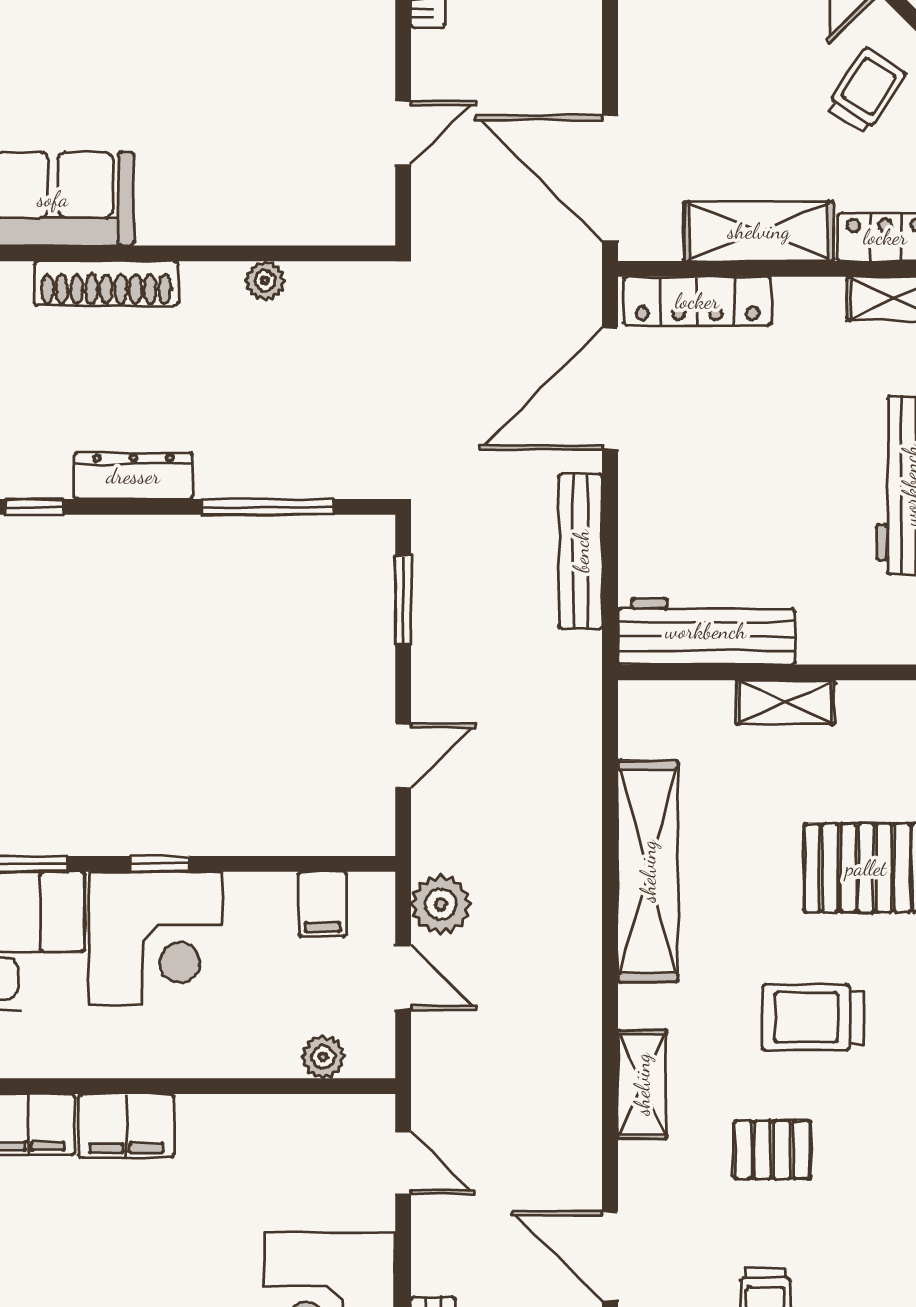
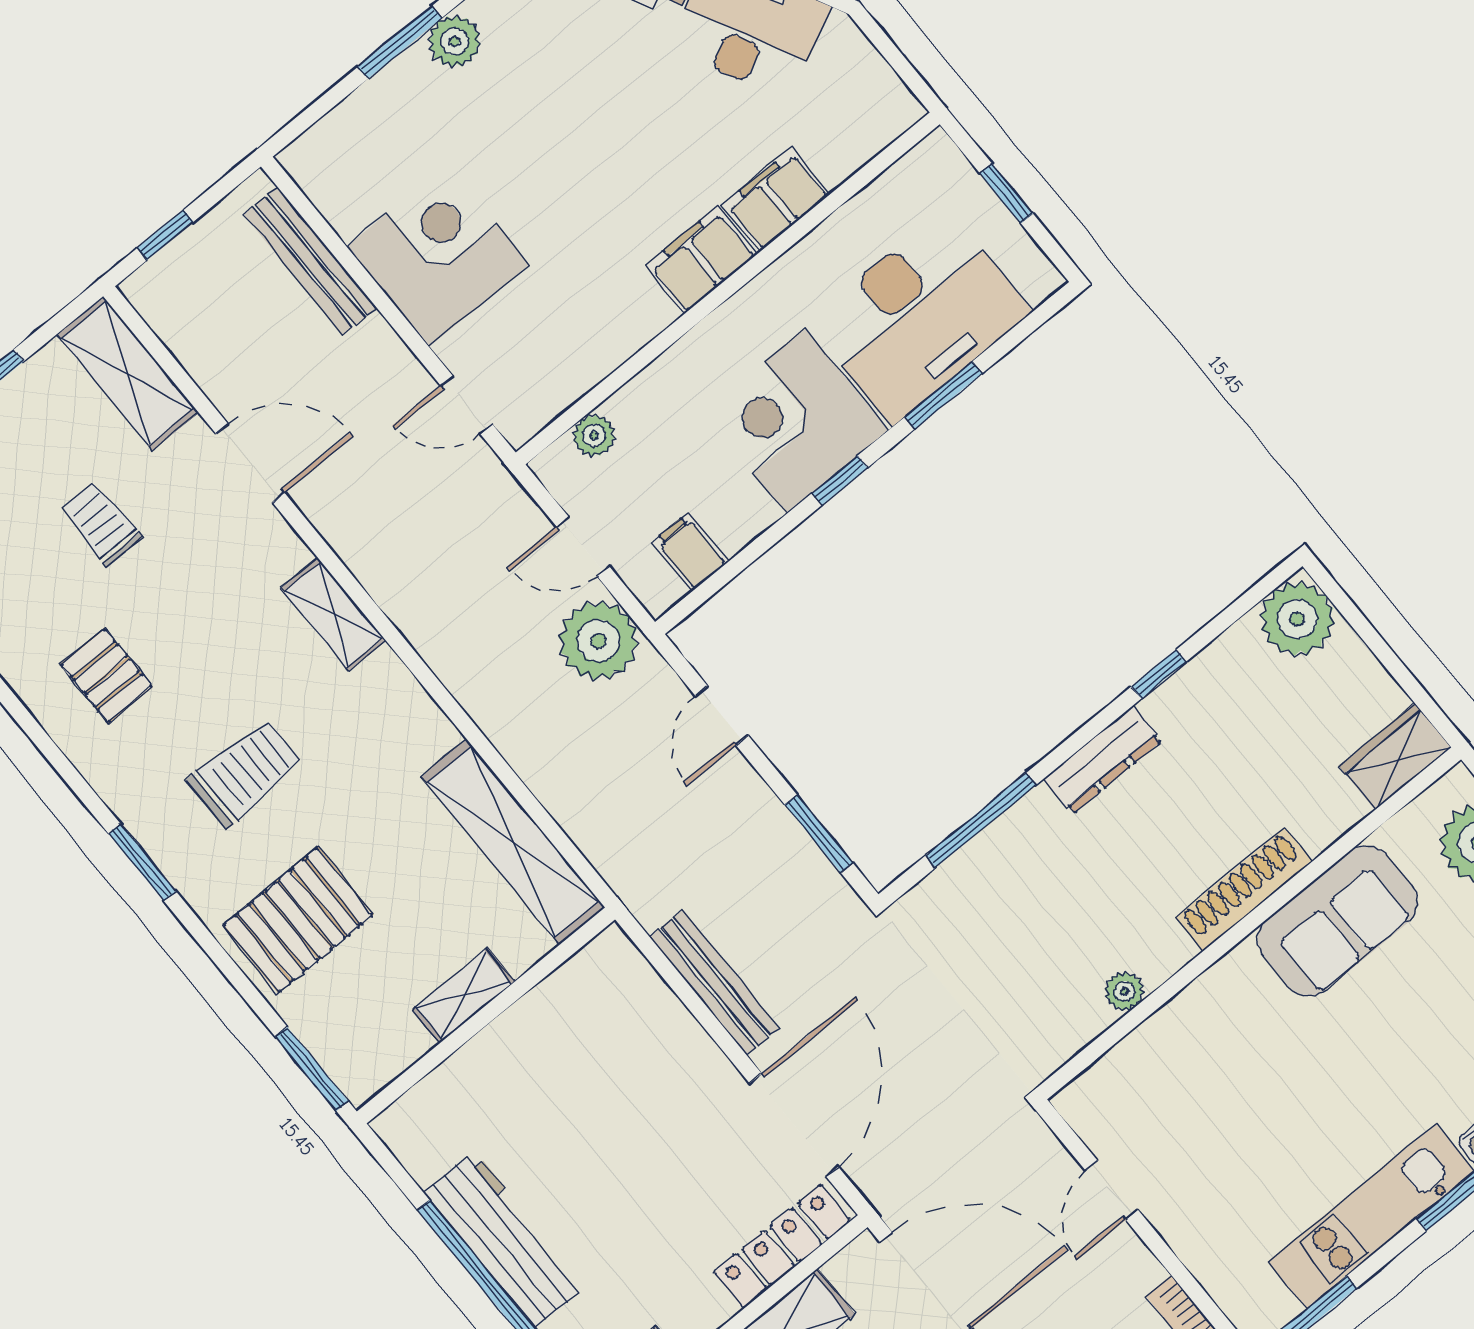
workbench: (706, 631) -> (568, 1000), removed
shelving: (648, 871) -> (513, 842), moved
plant: (441, 904) -> (598, 641), width x1.36, depth x1.36
pallet: (772, 1150) -> (106, 676), moved, turned 90

